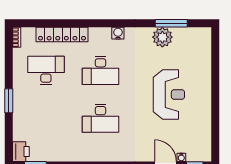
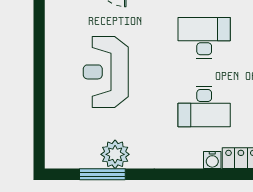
water cooler: (118, 33) -> (212, 160), moved
desk: (100, 70) -> (204, 106), turned 180

